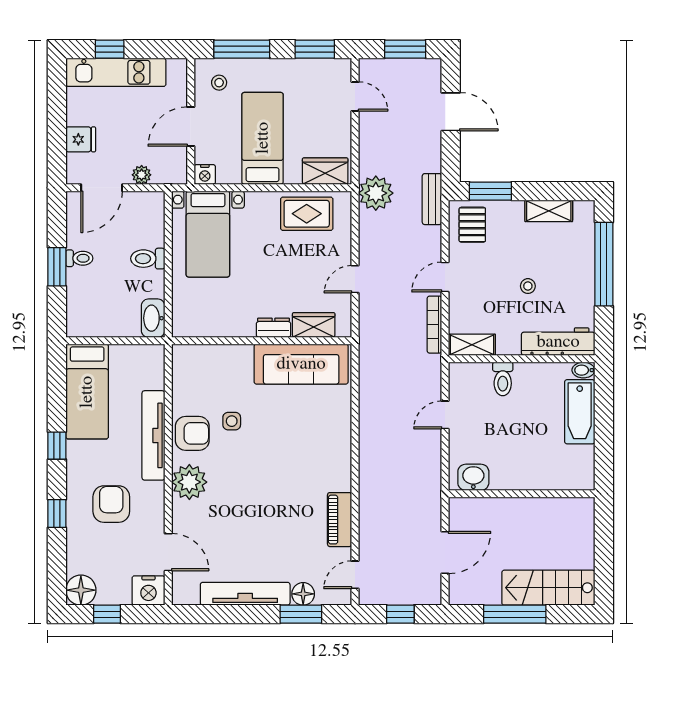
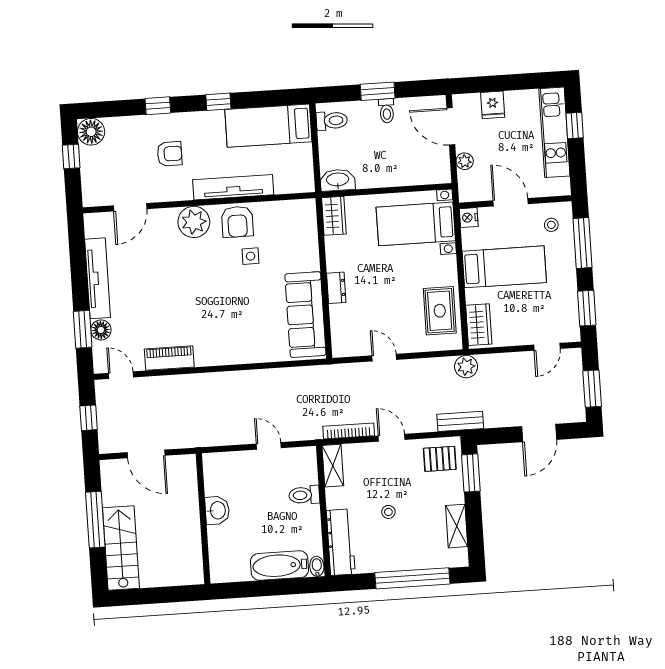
plant: (376, 193) -> (466, 367), width x0.73, depth x0.73
toilet: (148, 259) -> (332, 121), moved, turned 90
wardrobe: (314, 325) -> (334, 216), moved
washbasin: (473, 477) -> (217, 510), moved
armchair: (111, 504) -> (170, 154), width x0.72, depth x0.72
nightstand: (148, 591) -> (95, 192), removed

